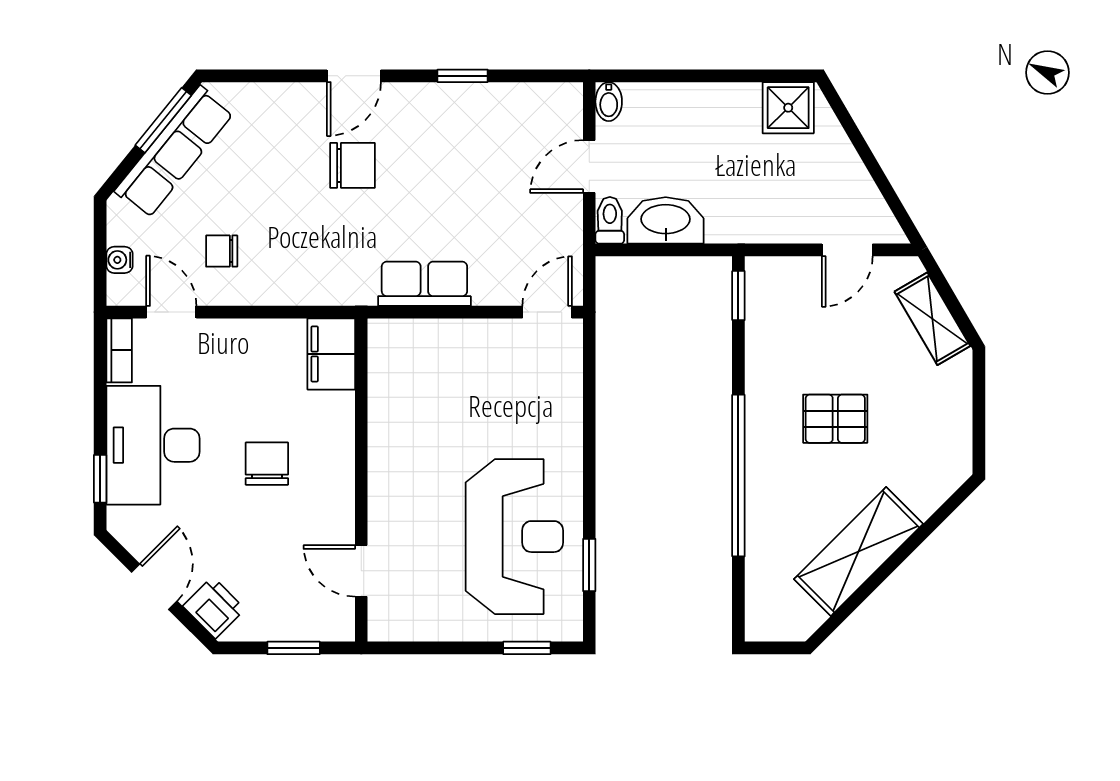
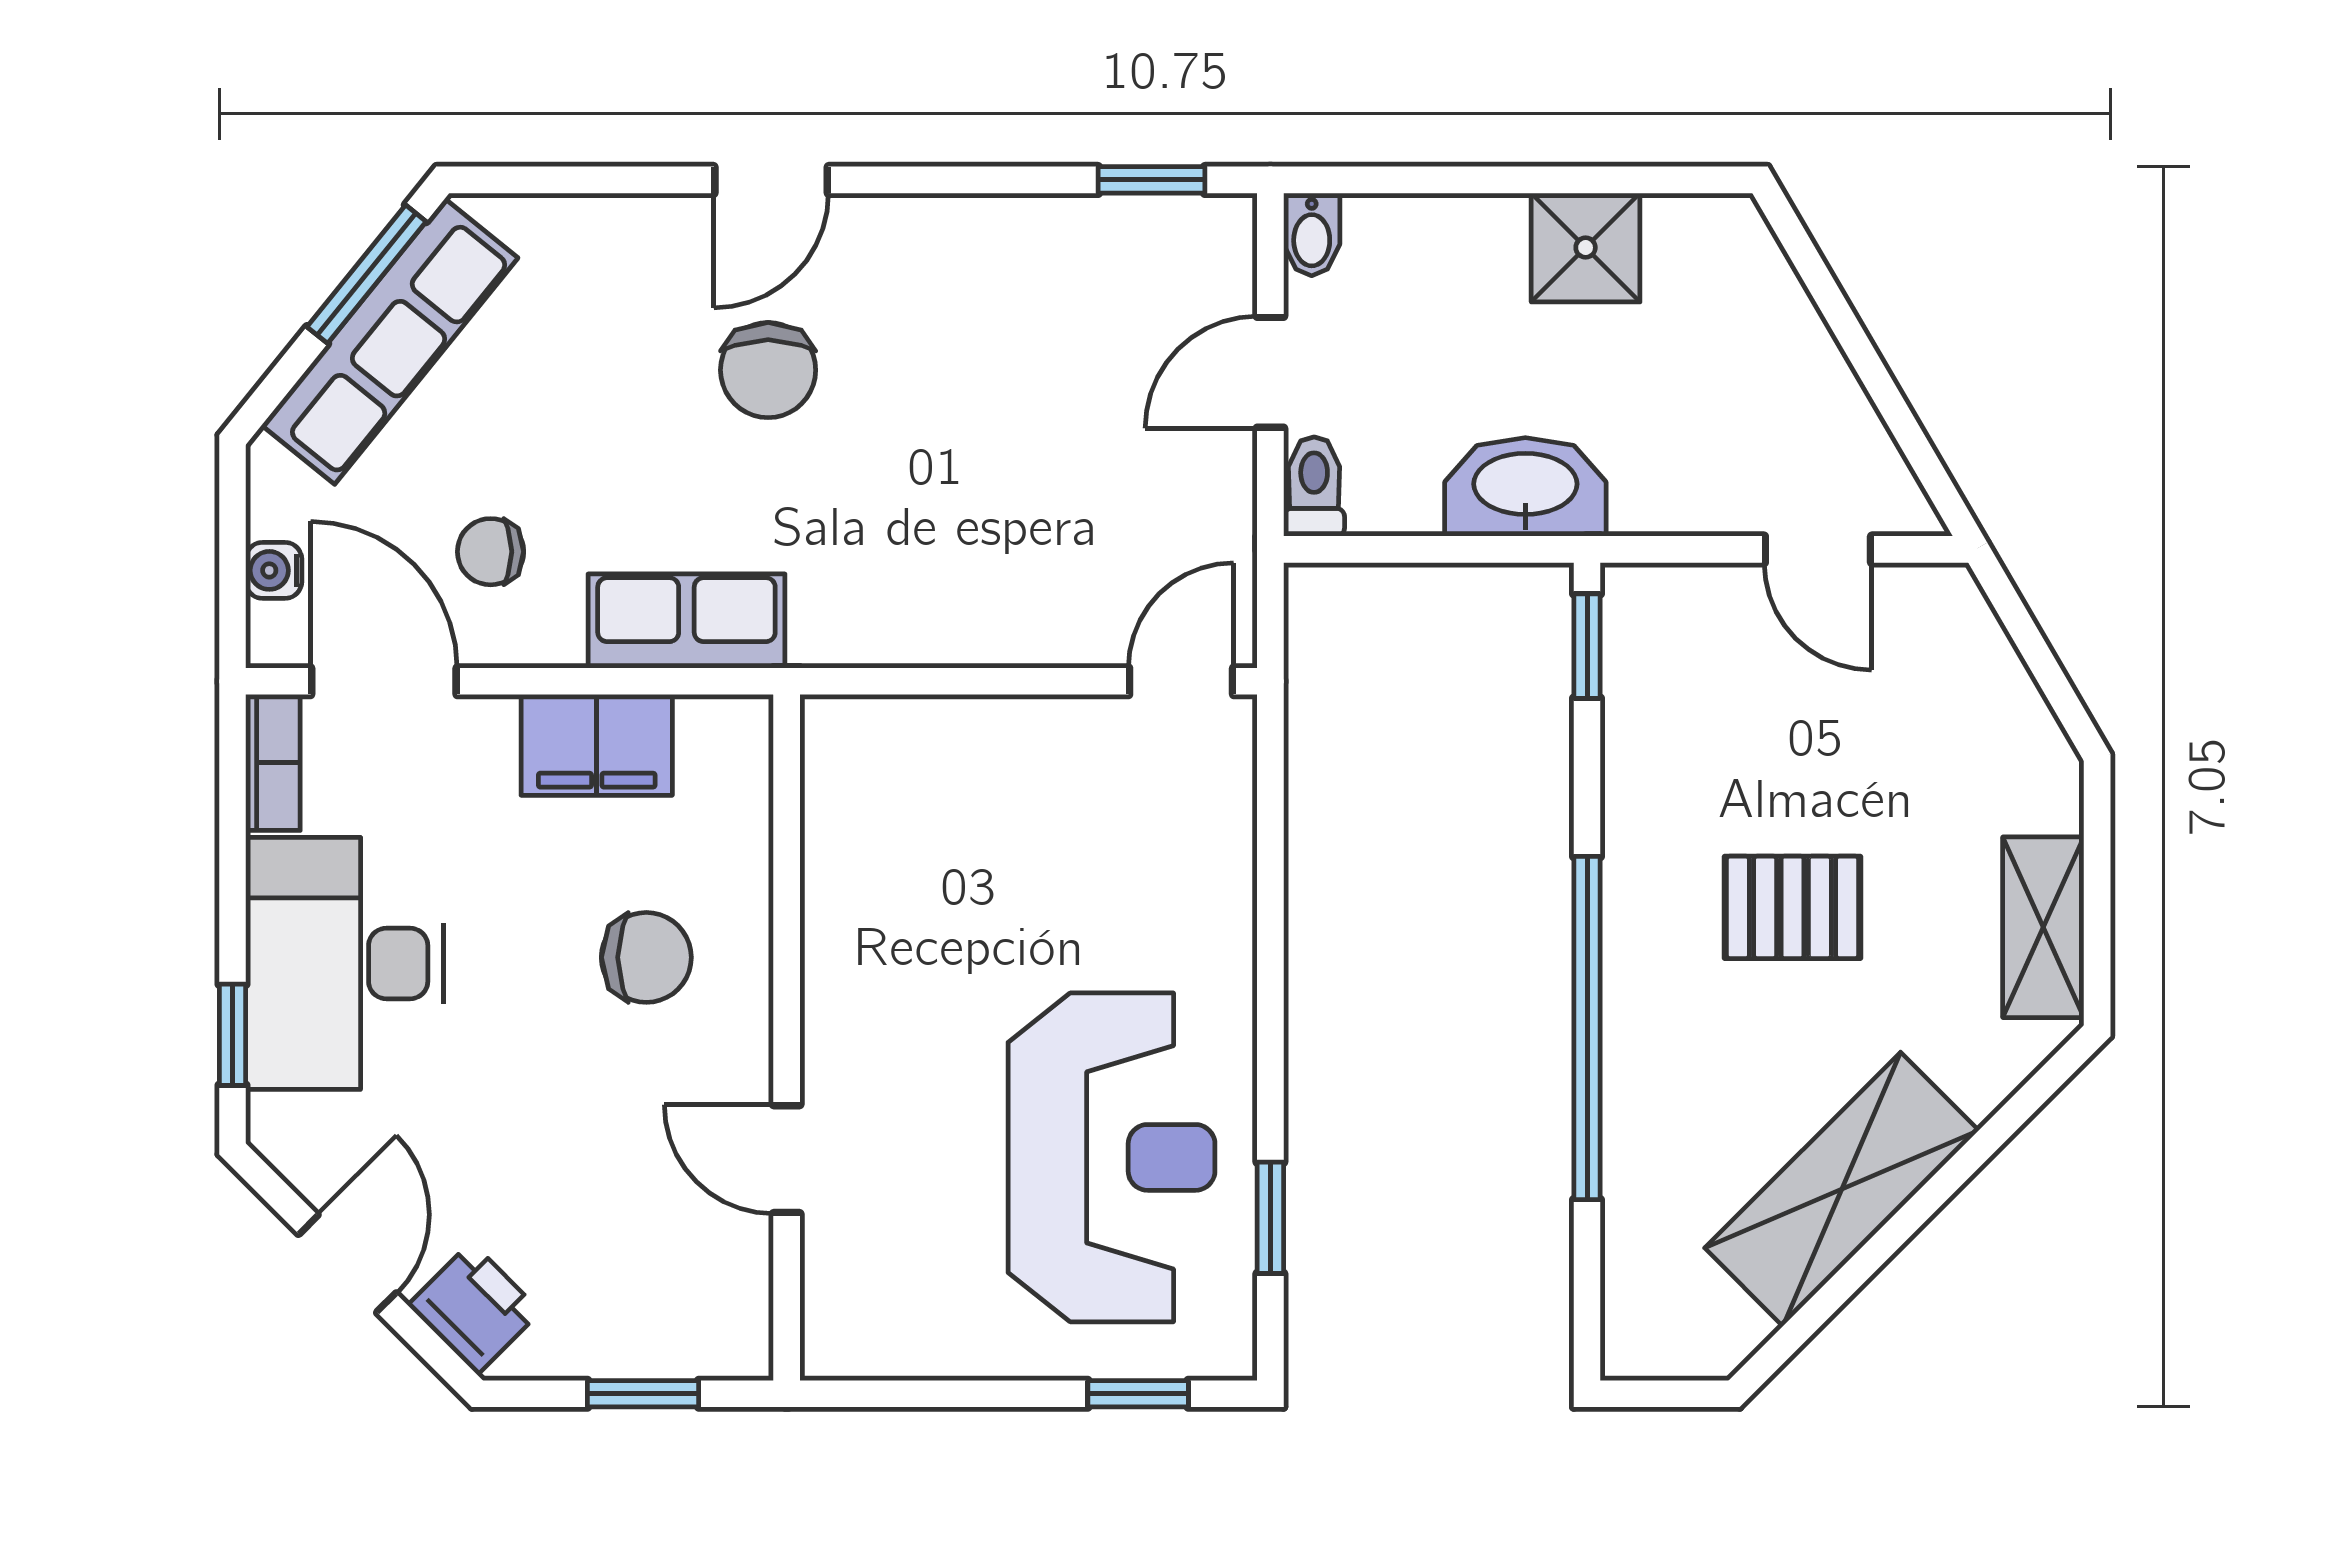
window: (463, 76) -> (1151, 180), moved
shower: (788, 108) -> (1586, 248), moved
chair: (352, 165) -> (768, 370), turned 90
washbasin: (666, 220) -> (1525, 487), moved
door: (847, 250) -> (1818, 549), hinge flipped
row of seats: (424, 284) -> (686, 621), moved
door: (171, 312) -> (384, 681), width x1.37
shelving: (932, 319) -> (2043, 927), moved, turned 30
filing cabinet: (331, 354) -> (597, 745), moved, turned -90
chair: (267, 464) -> (646, 957), moved, turned 90
door: (361, 571) -> (787, 1159), moved

